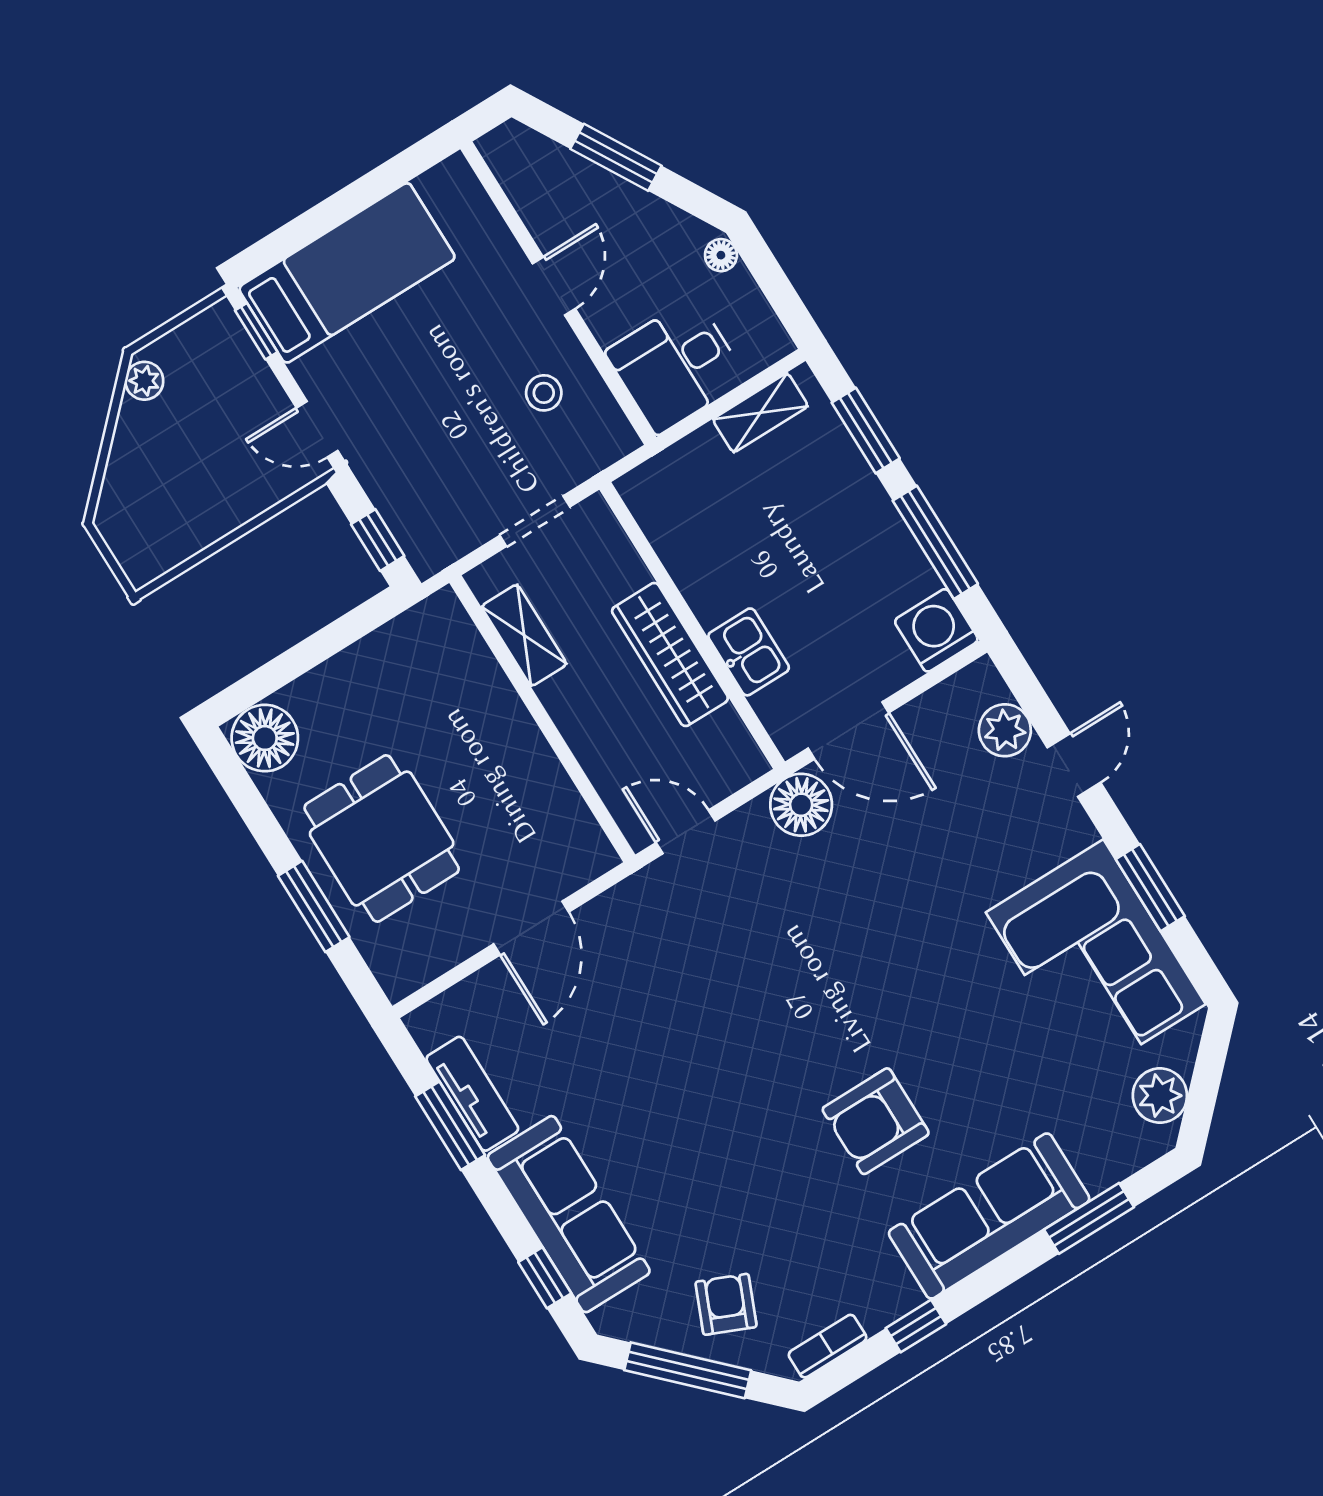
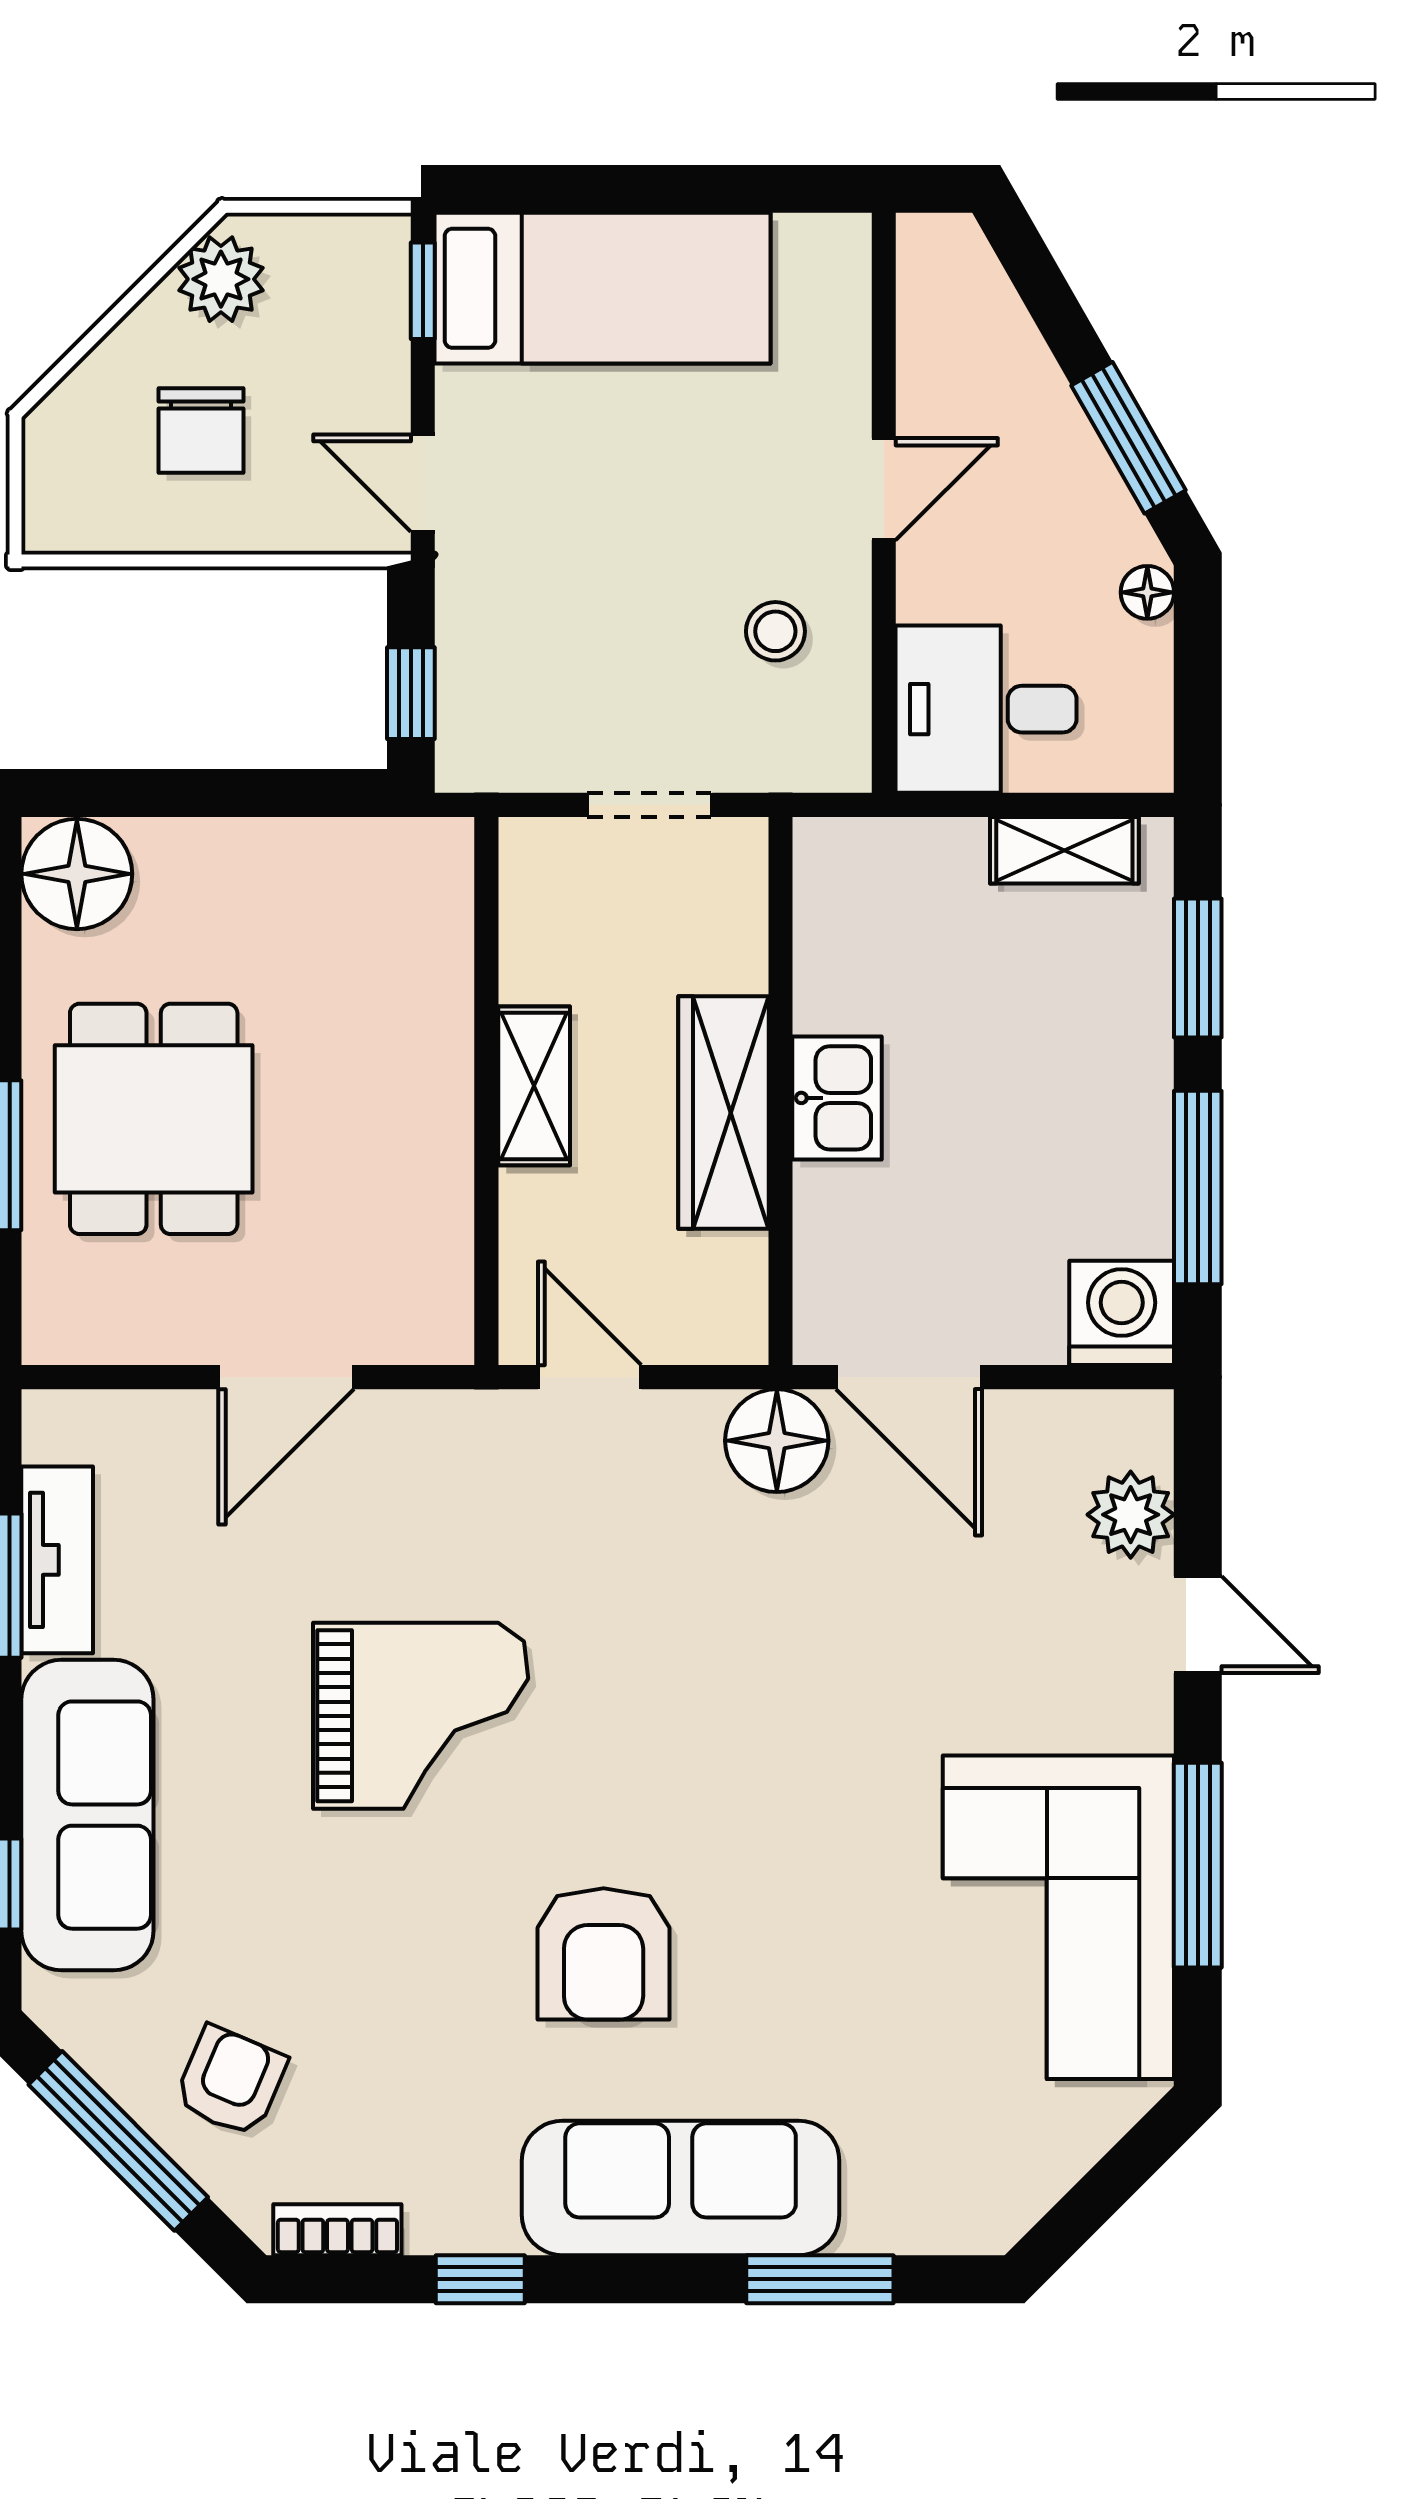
window: (616, 157) -> (1129, 438), moved
plant: (144, 381) -> (221, 279), width x1.38, depth x1.38
chair: (187, 473) -> (201, 430), added
shelving: (524, 635) -> (534, 1086), moved
kitchen sink: (749, 652) -> (837, 1098), moved
door: (1074, 765) -> (1198, 1625), hinge flipped
window: (1150, 888) -> (1198, 1865), width x1.44
grand piano: (707, 1058) -> (421, 1716), added
plant: (1160, 1096) -> (1028, 2168), removed
armchair: (876, 1121) -> (604, 1954), turned -90

